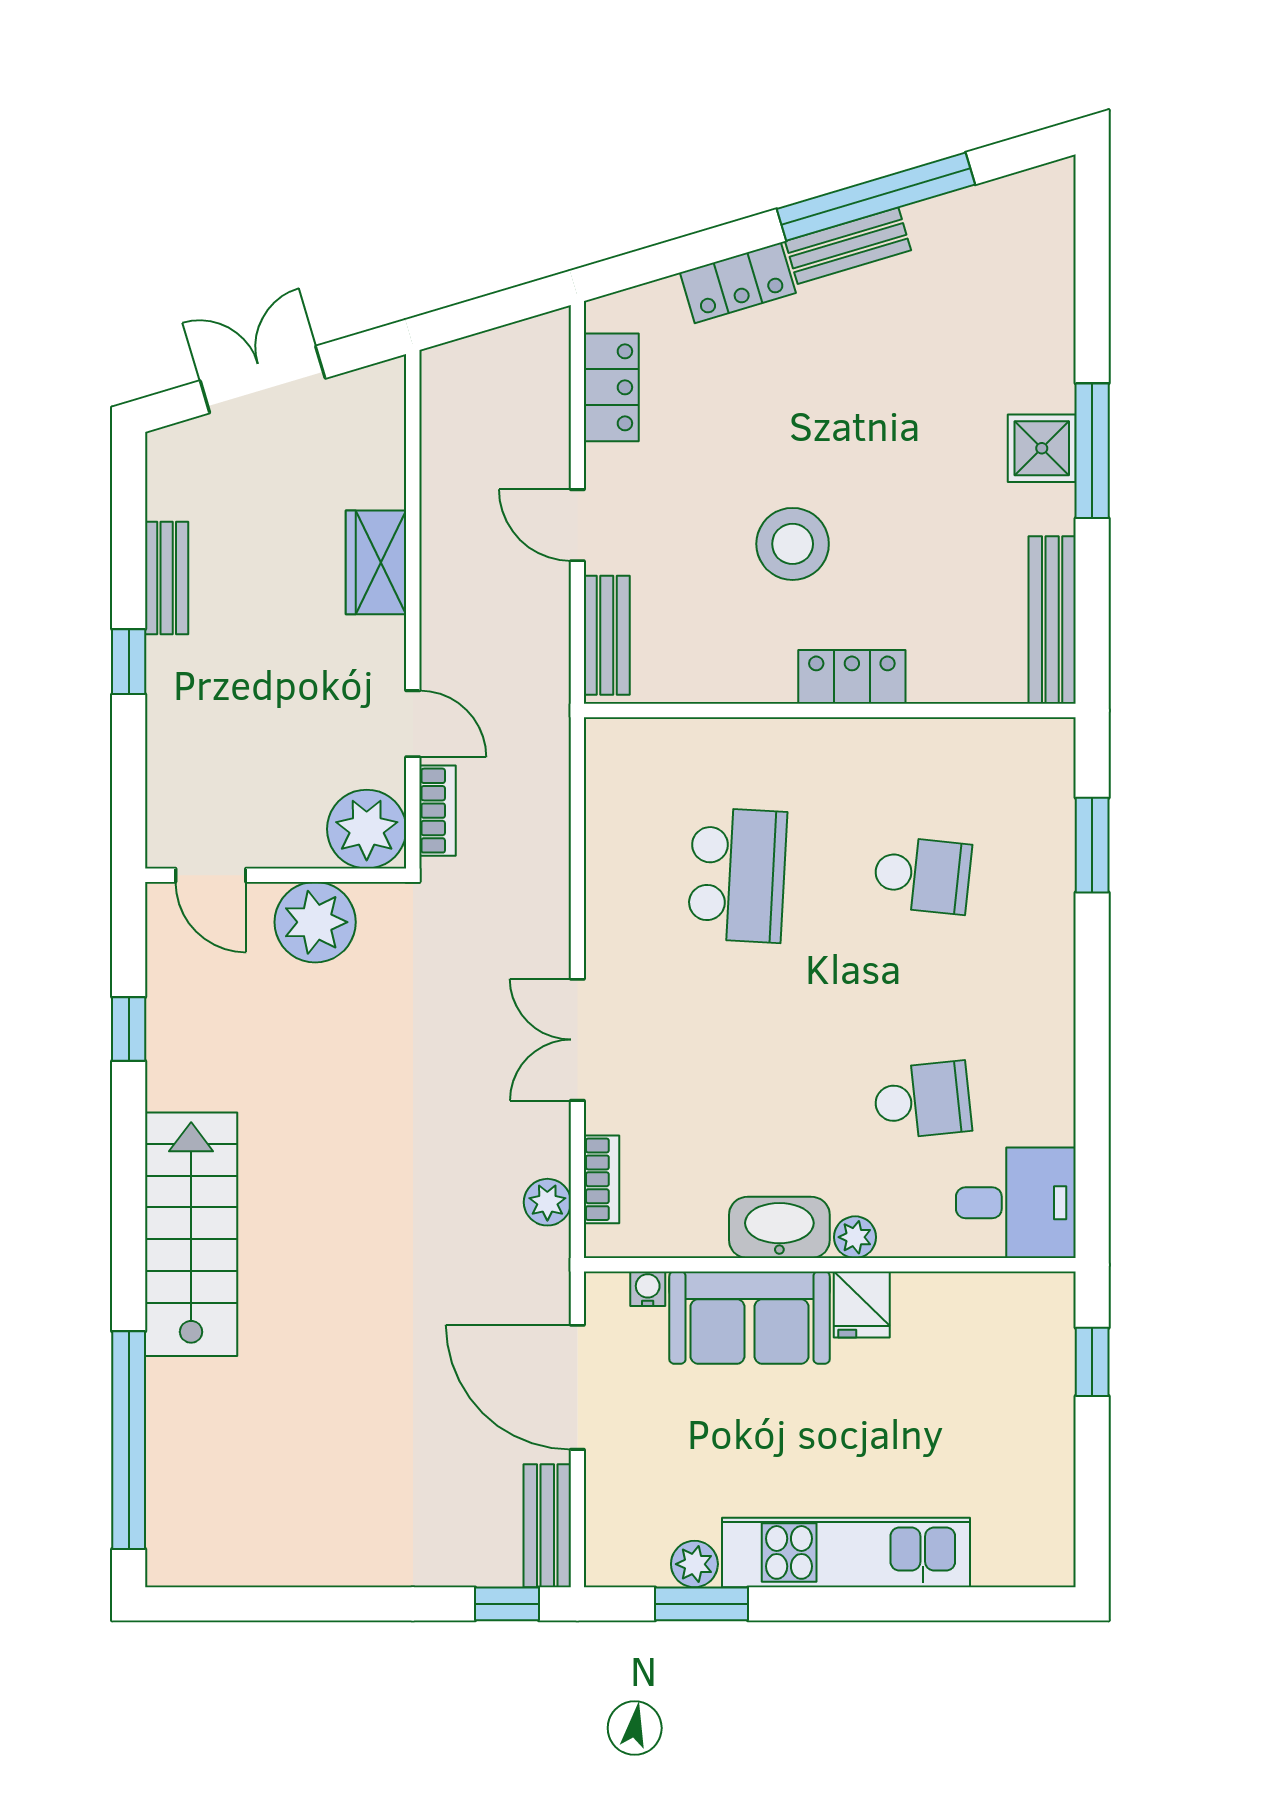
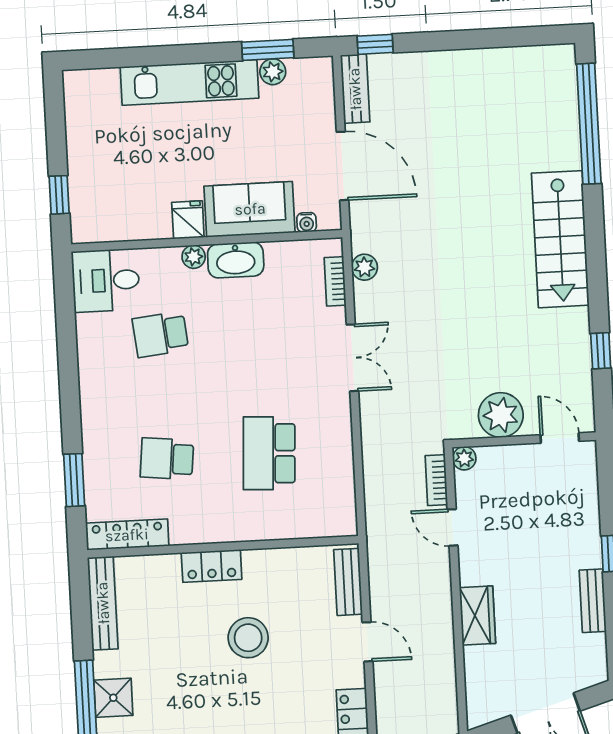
locker: (1001, 742) -> (127, 535), added
plant: (367, 829) -> (464, 458), width x0.53, depth x0.53

